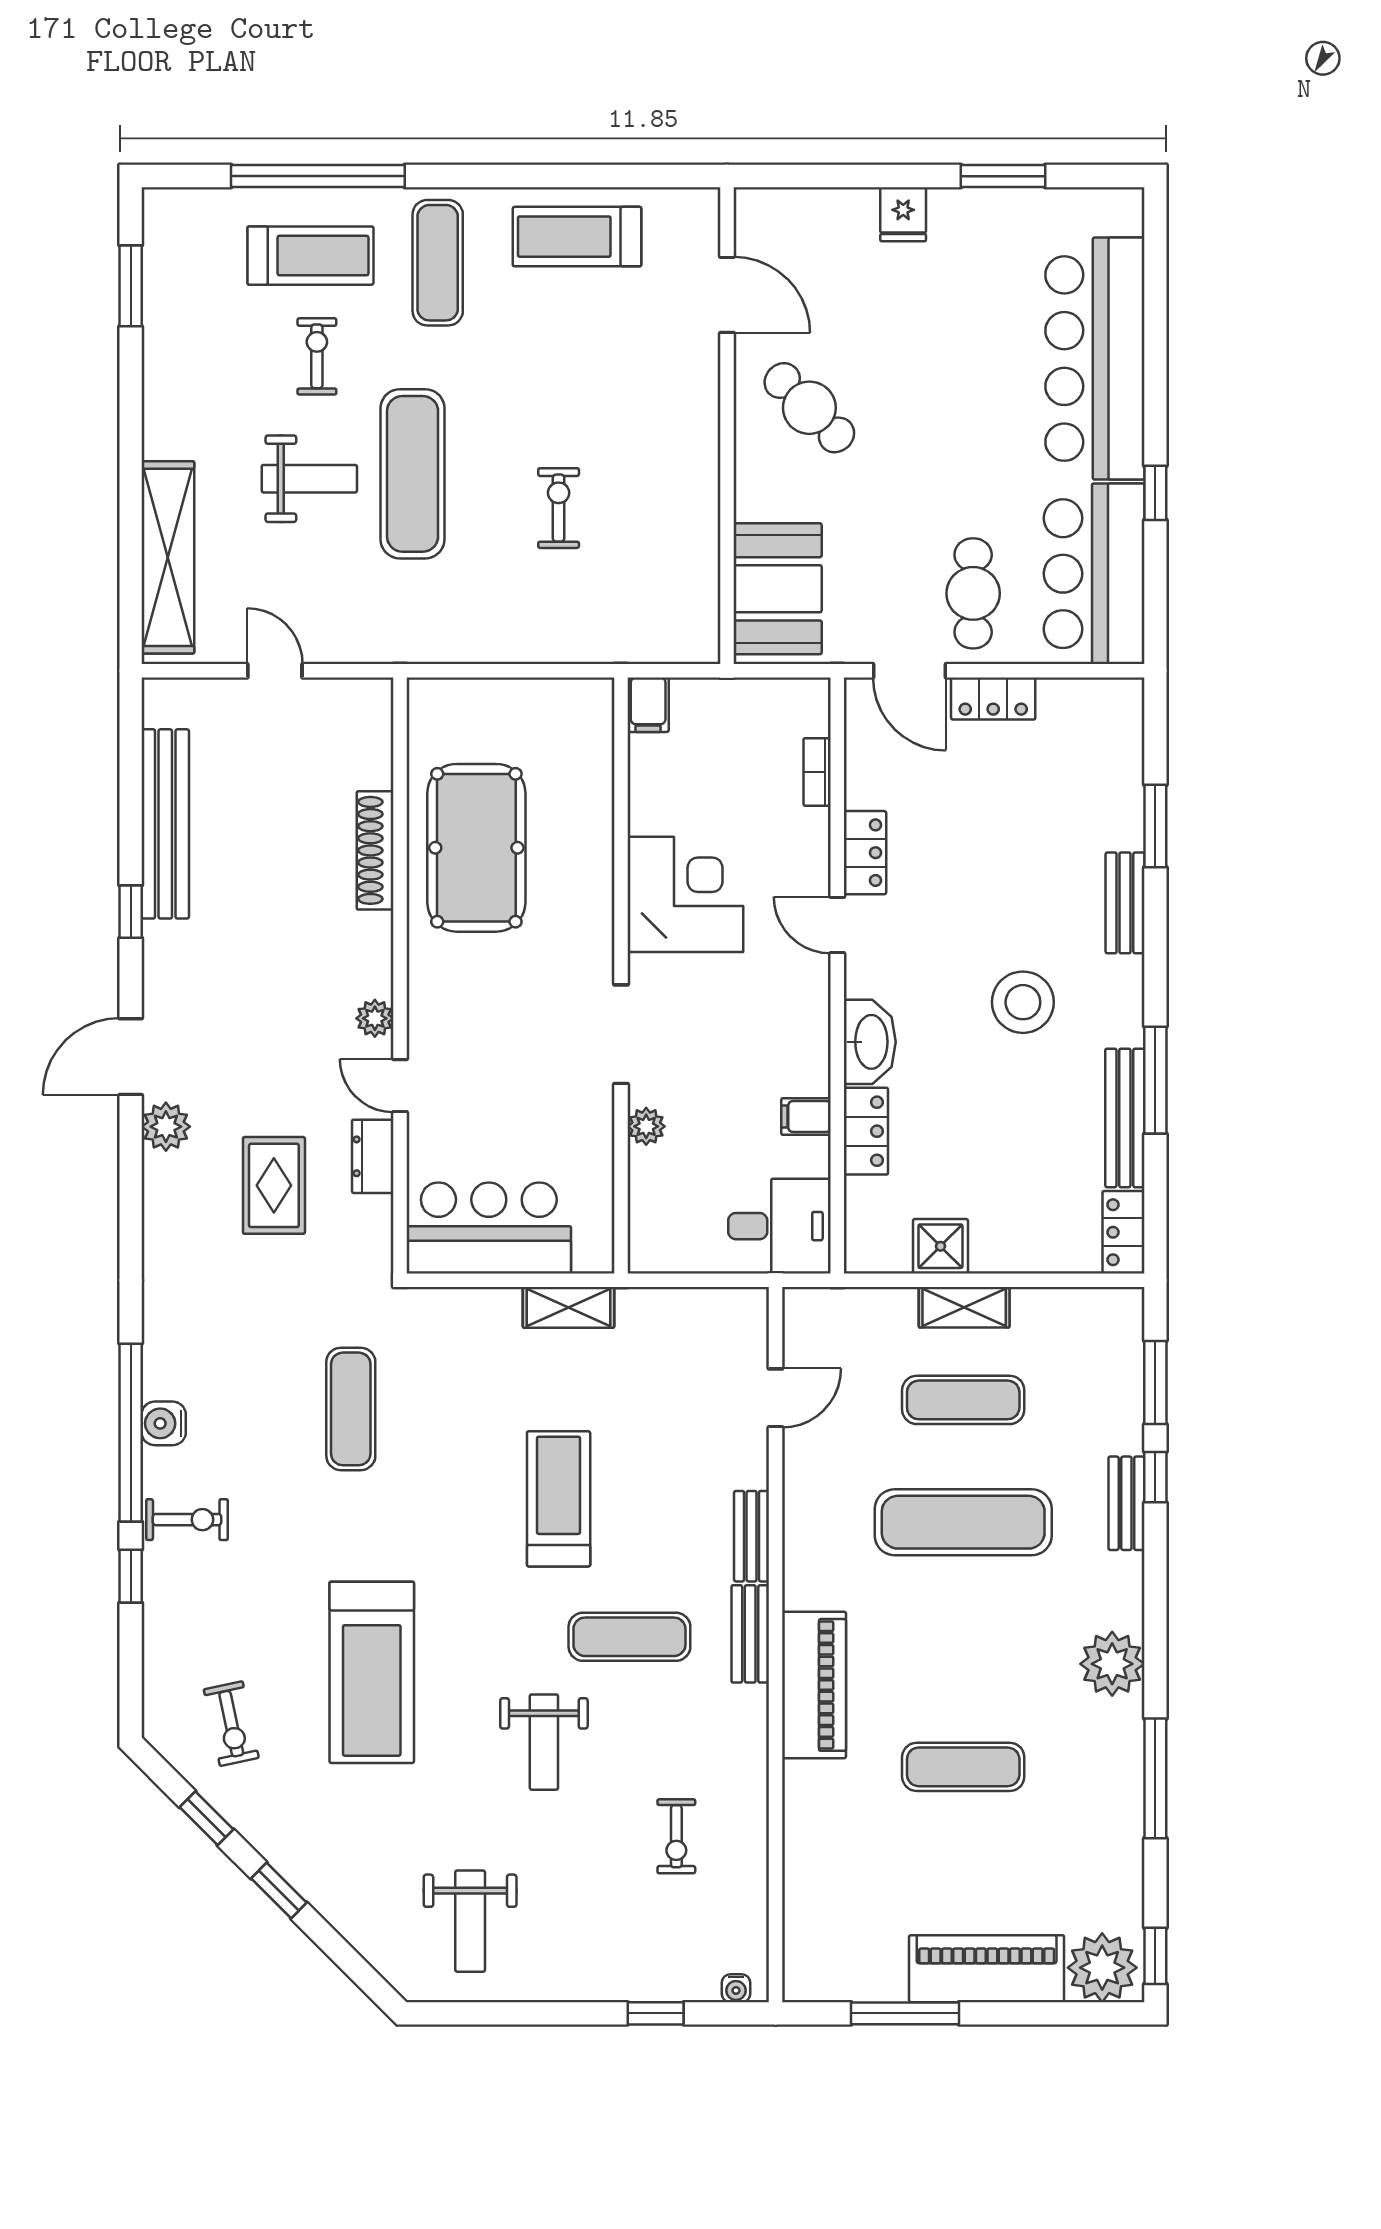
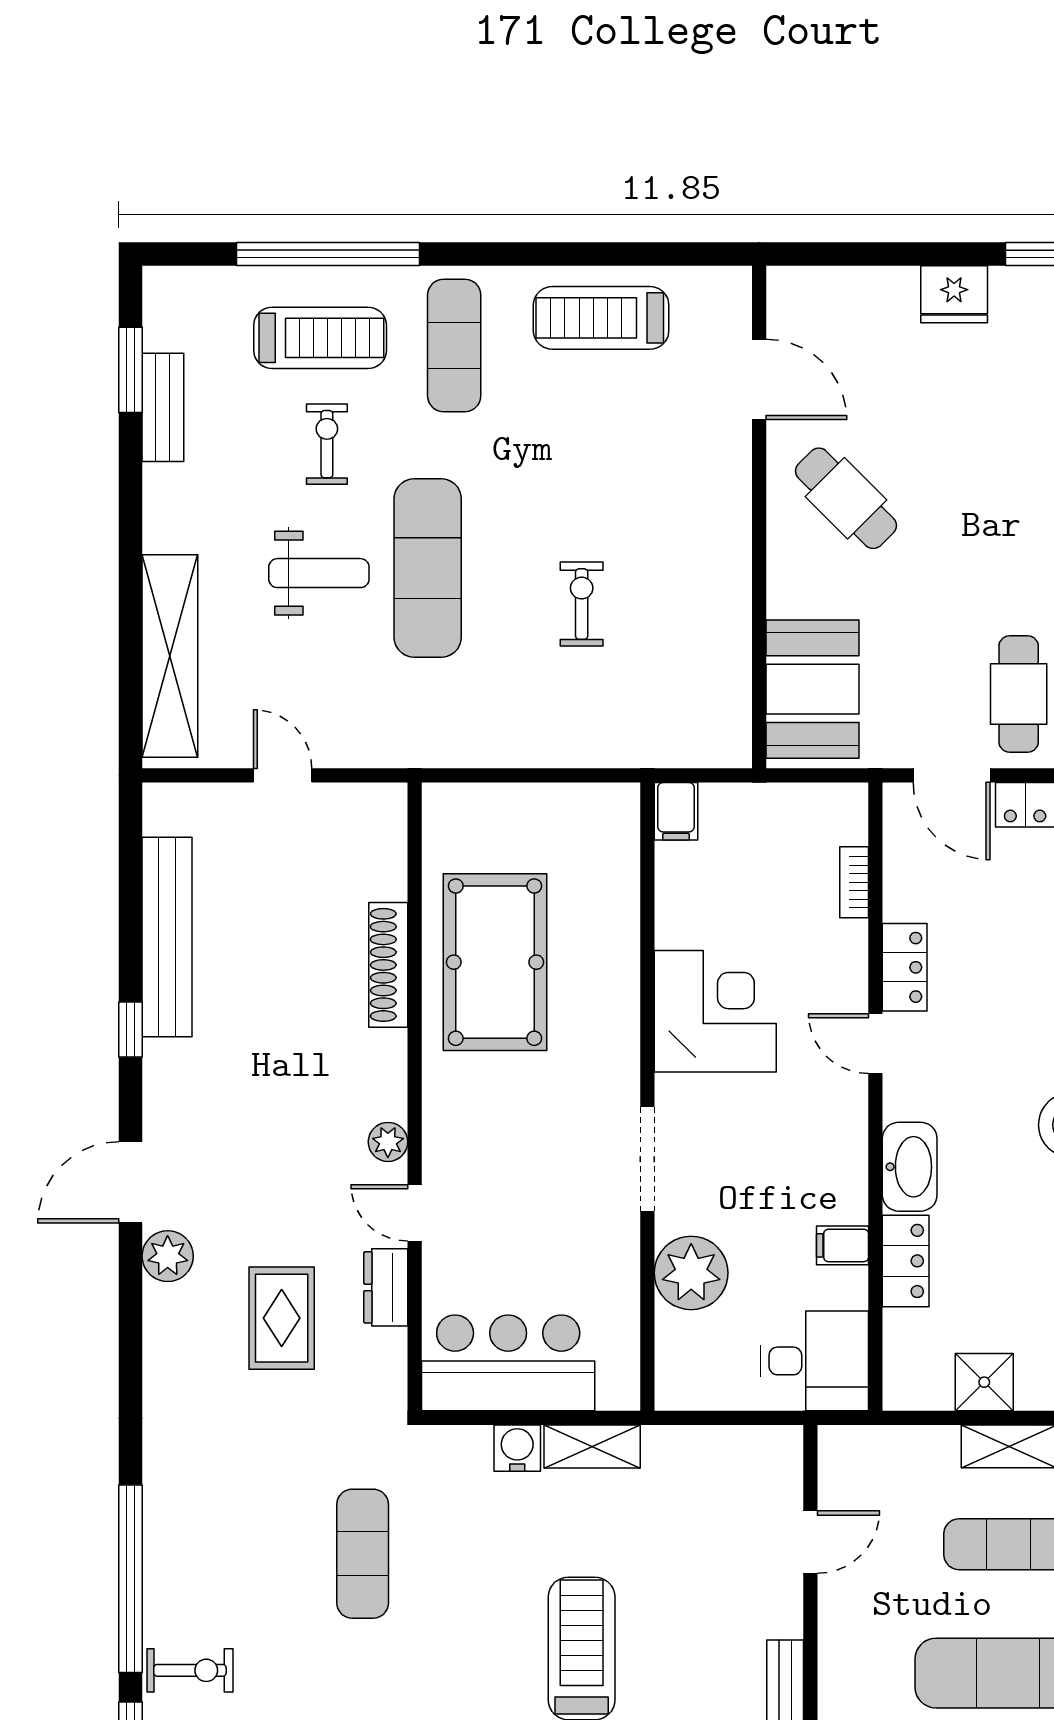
fridge: (903, 214) -> (954, 294), width x1.38
bench: (161, 321) -> (163, 407), added
plant: (646, 1126) -> (691, 1273), width x1.88, depth x1.88
water cooler: (164, 1423) -> (517, 1448), moved, turned 90

